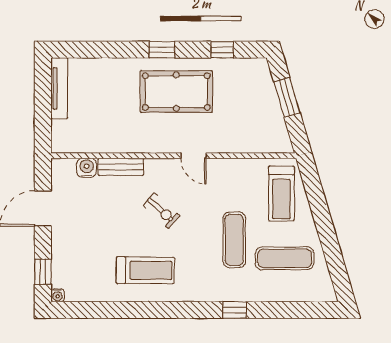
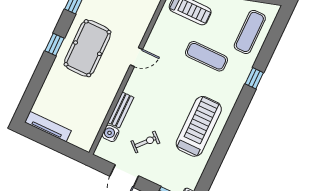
exercise bike: (161, 211) -> (145, 142), moved
exercise mat: (285, 258) -> (250, 32), moved
treadmill: (145, 270) -> (199, 126), width x1.37, depth x1.38

